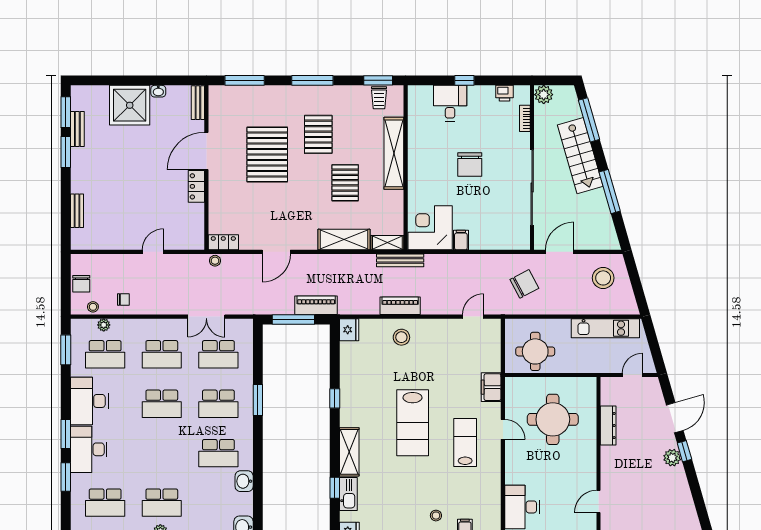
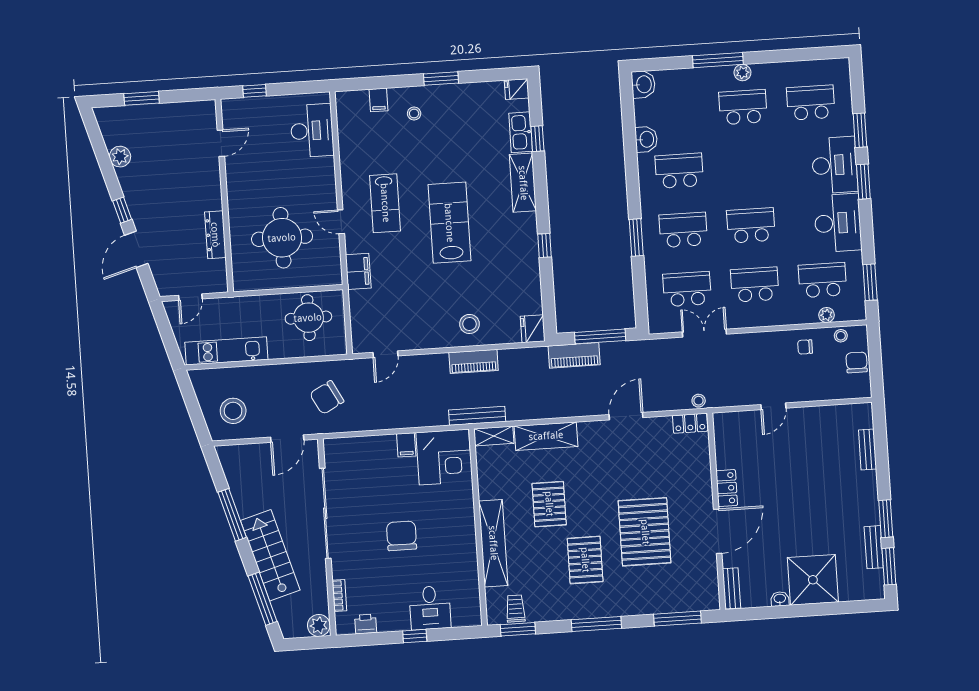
plant: (672, 458) -> (120, 157), moved

